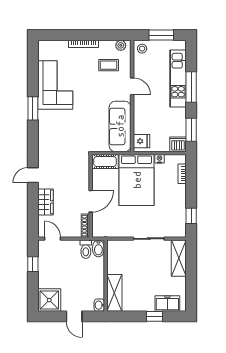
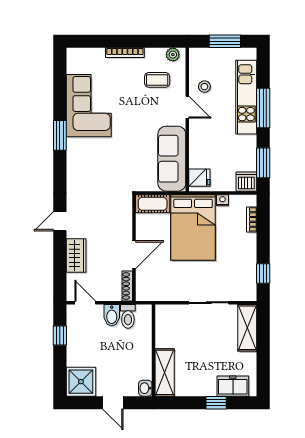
stool: (142, 49) -> (204, 87), moved
bidet: (98, 248) -> (112, 315), moved

